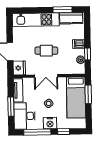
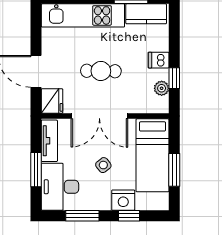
double door: (46, 76) -> (99, 116), width x1.37
window: (88, 94) -> (174, 170), moved
nightstand: (50, 123) -> (123, 200), moved
window: (37, 132) -> (82, 216), width x0.69

